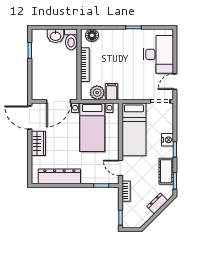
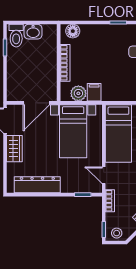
toilet: (71, 39) -> (16, 36), moved
stool: (132, 221) -> (117, 233), added

